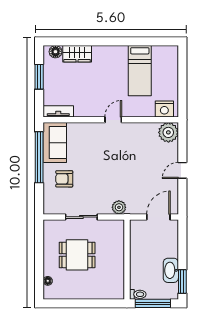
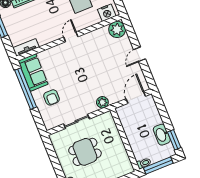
armchair: (64, 179) -> (52, 97), turned -90

